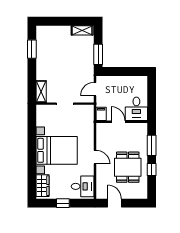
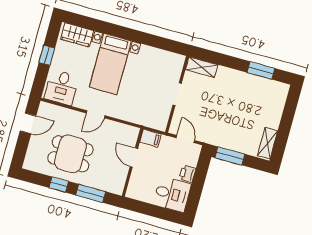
printer: (119, 81) -> (188, 174), added
desk: (136, 109) -> (172, 194), moved, turned 180
door: (118, 122) -> (134, 158), swing flipped
bed with nightstands: (57, 150) -> (110, 64), width x0.73

